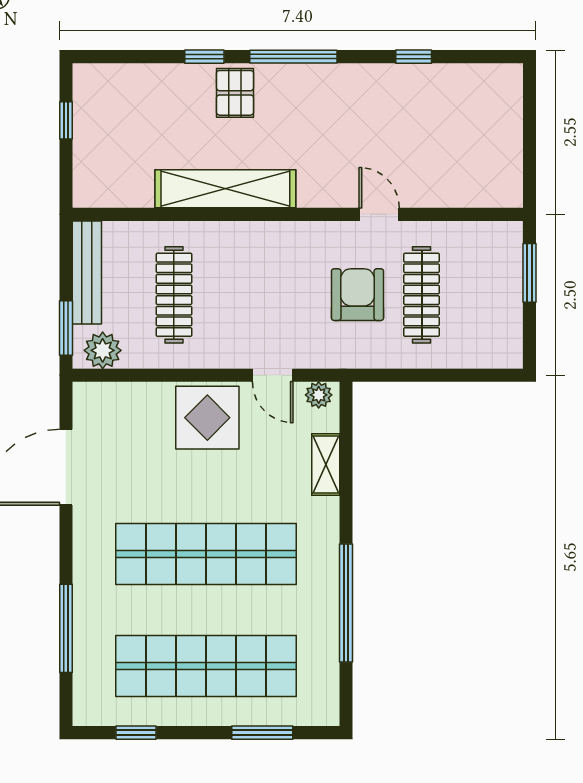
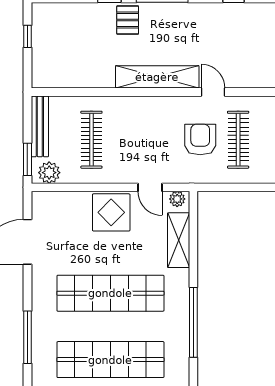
shelving: (225, 189) -> (157, 77), moved
shelving: (326, 464) -> (179, 240), width x1.50, depth x1.33

